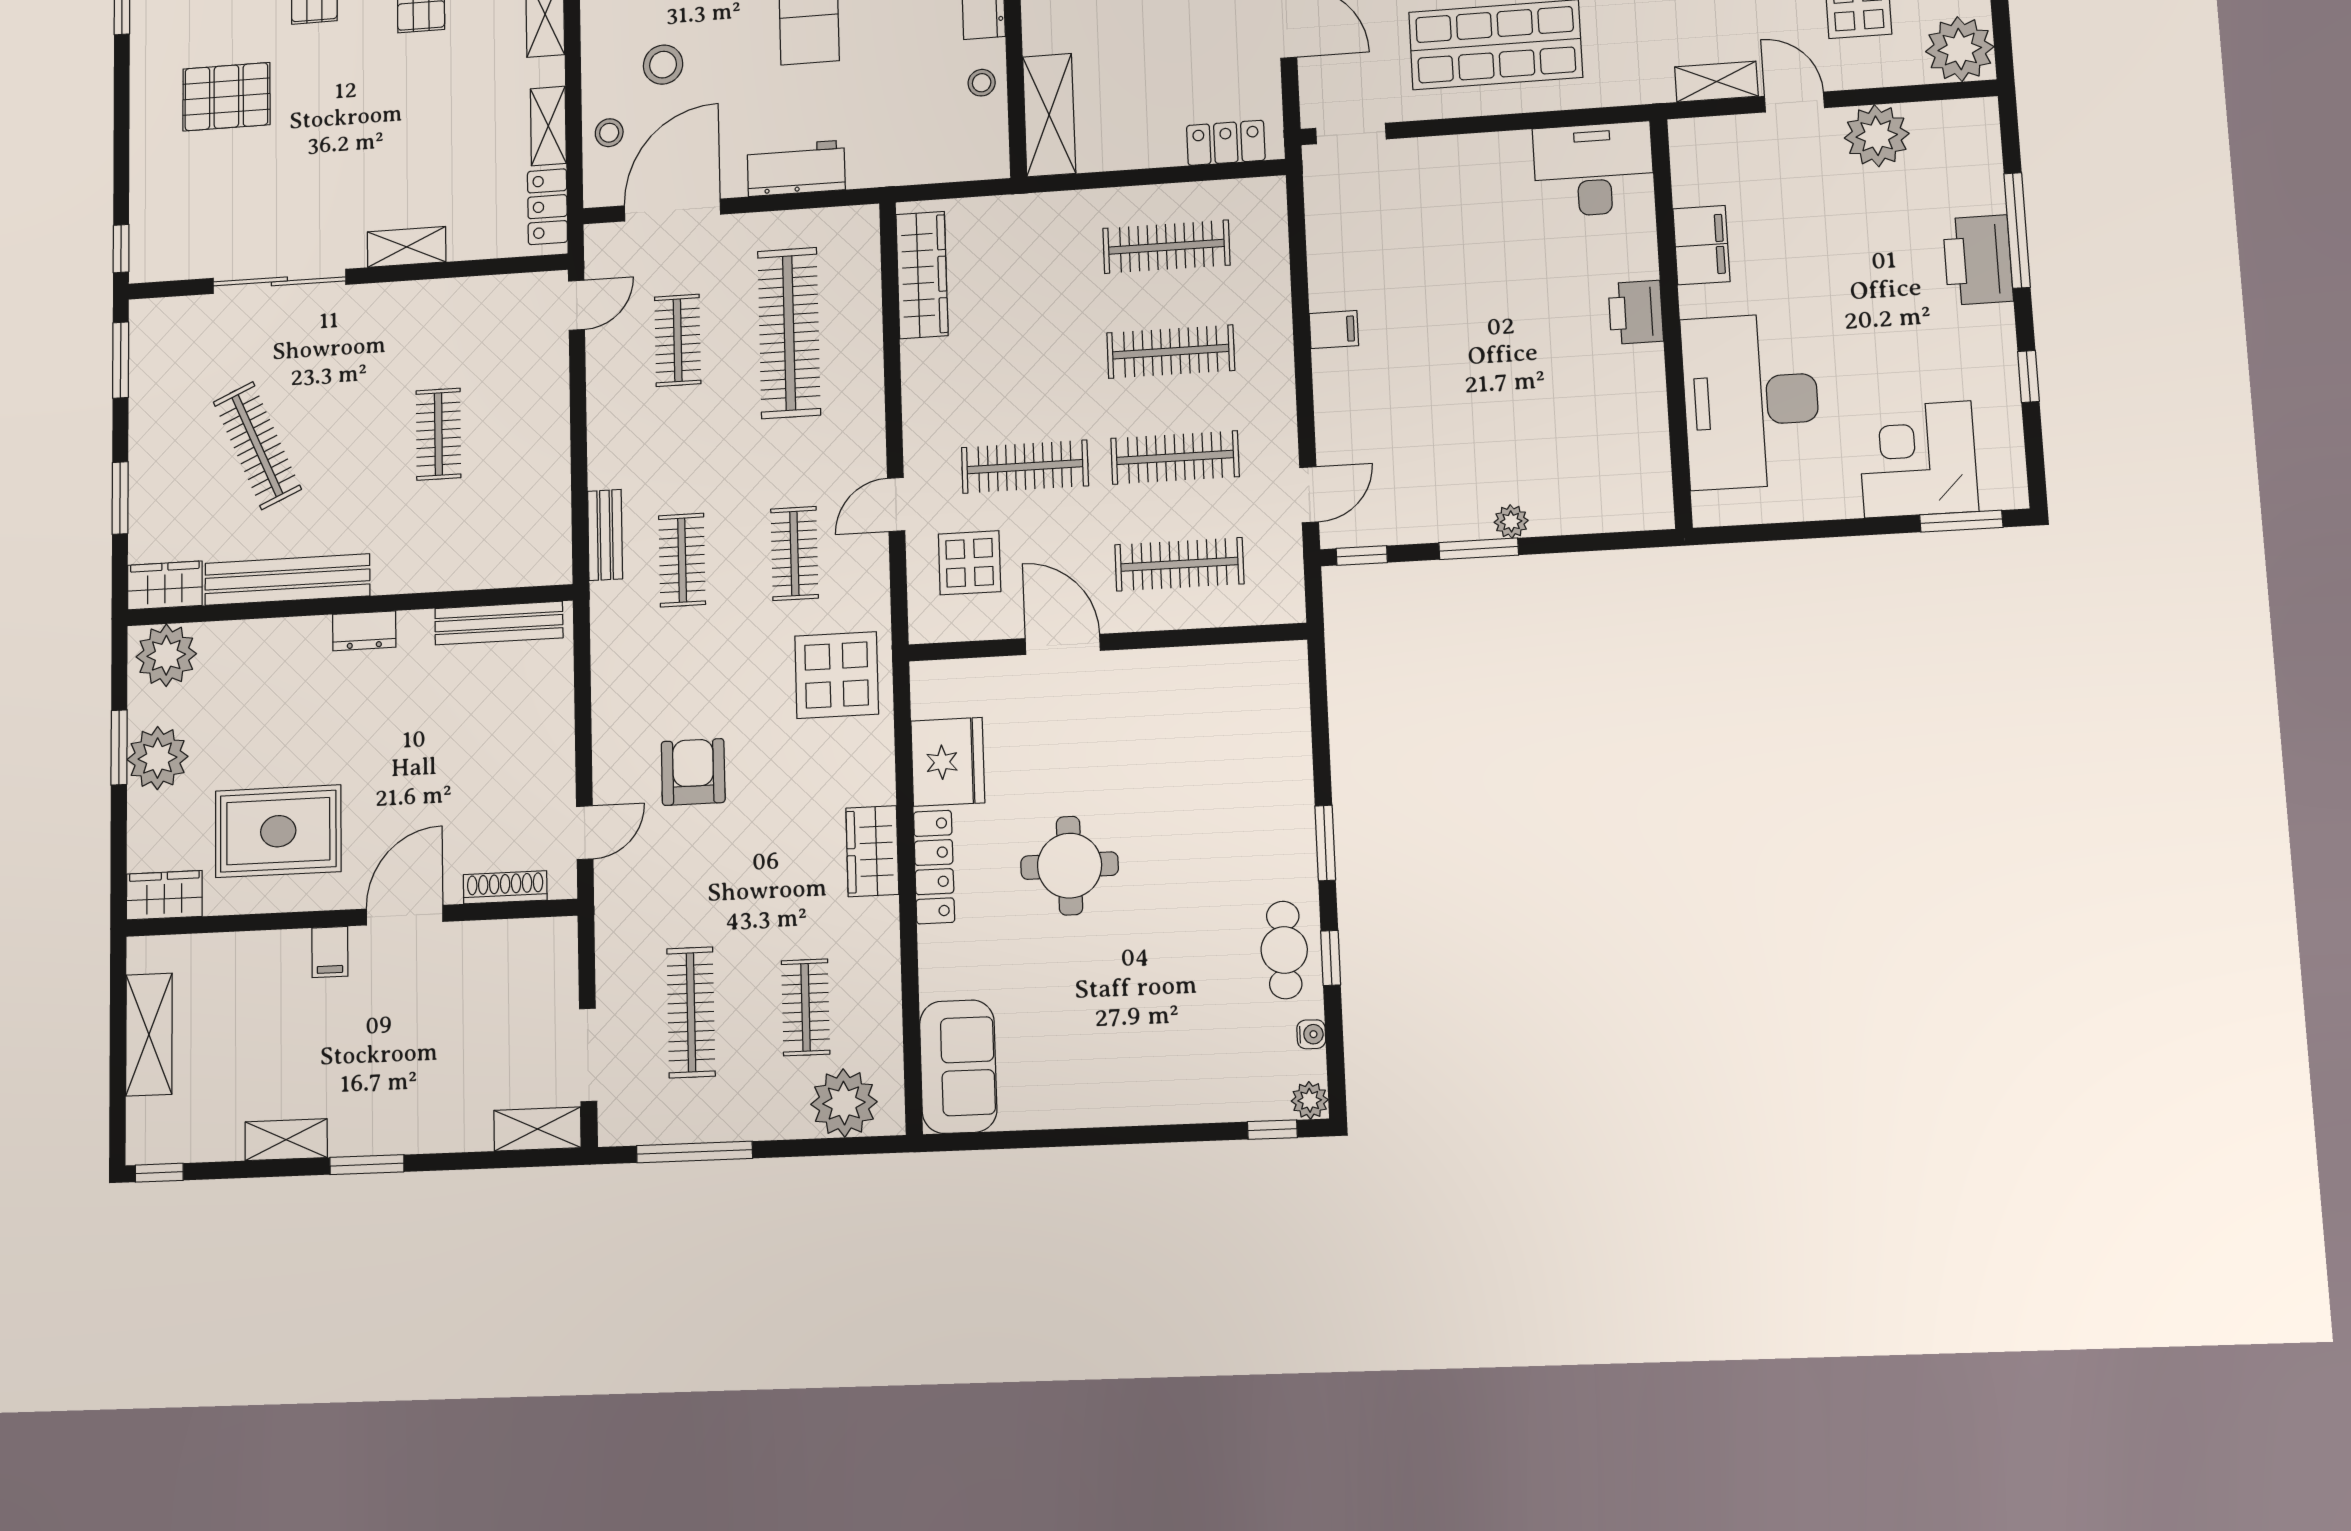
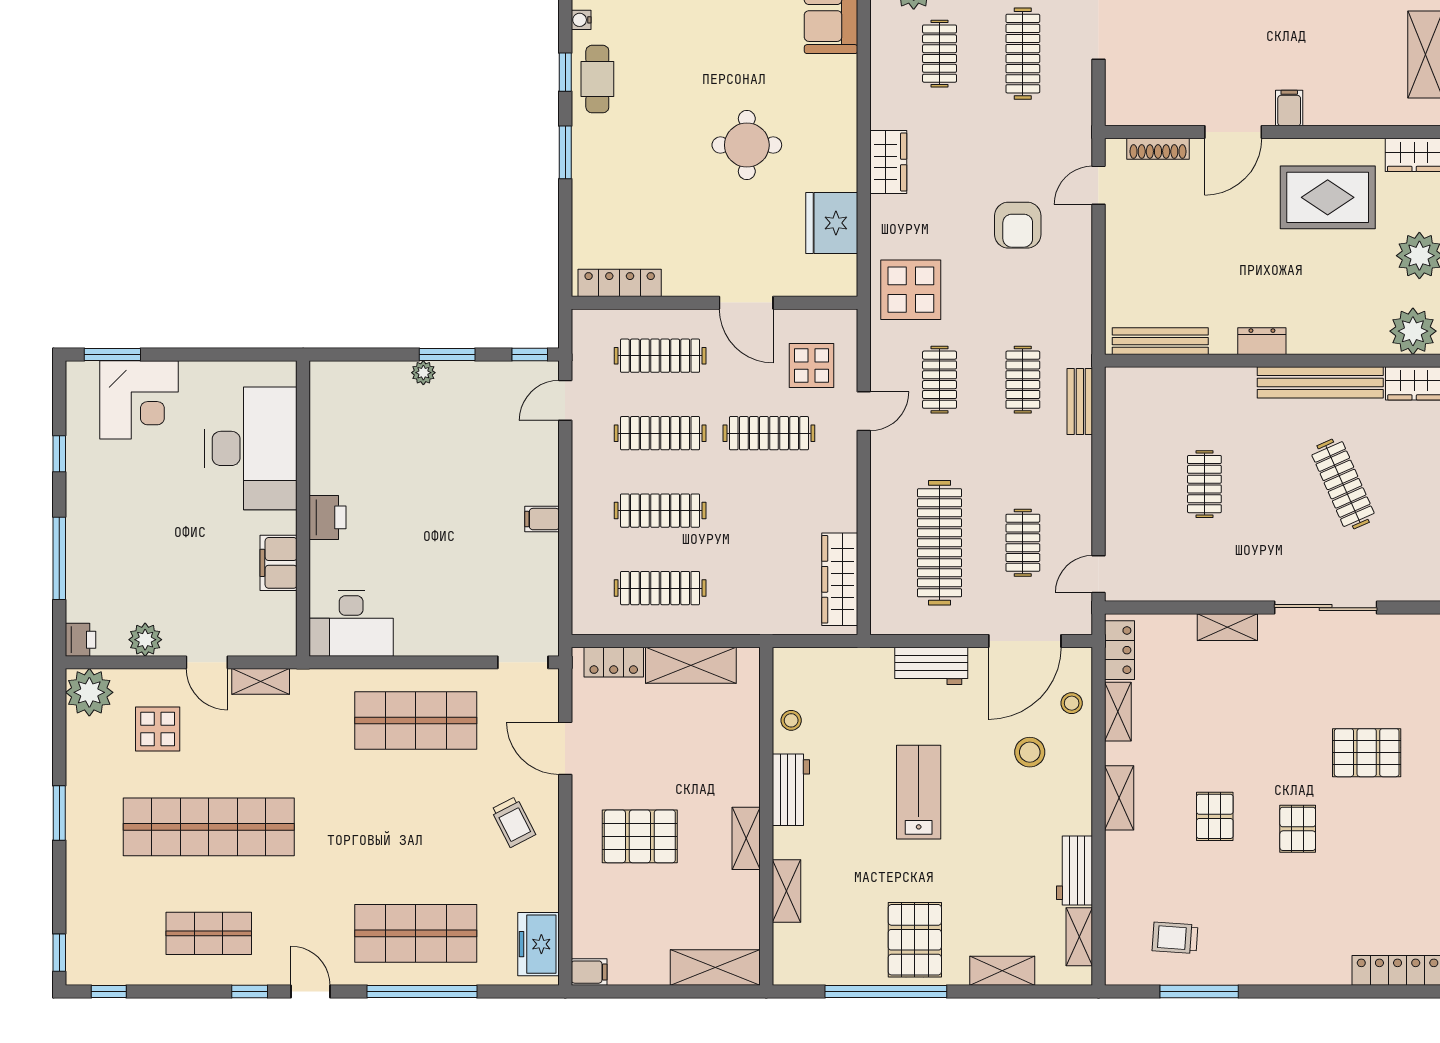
shelving: (1049, 115) -> (691, 665), moved, turned 90
plant: (1877, 136) -> (145, 640), width x0.73, depth x0.73
printer: (1978, 260) -> (80, 640), moved, width x0.53, depth x0.68
locker: (934, 867) -> (620, 283), moved, turned 90

